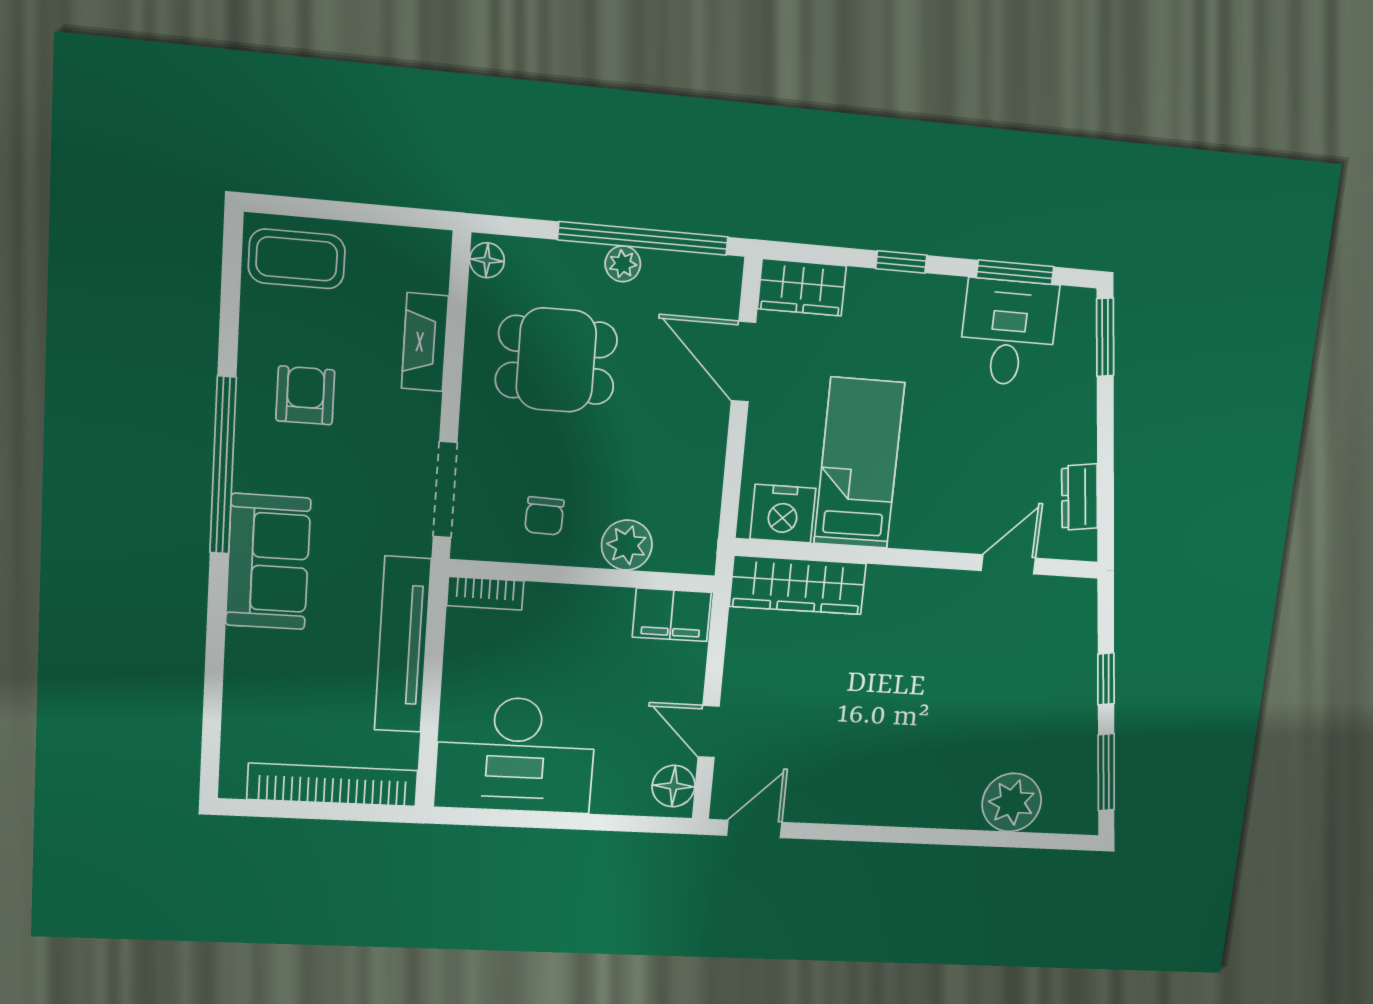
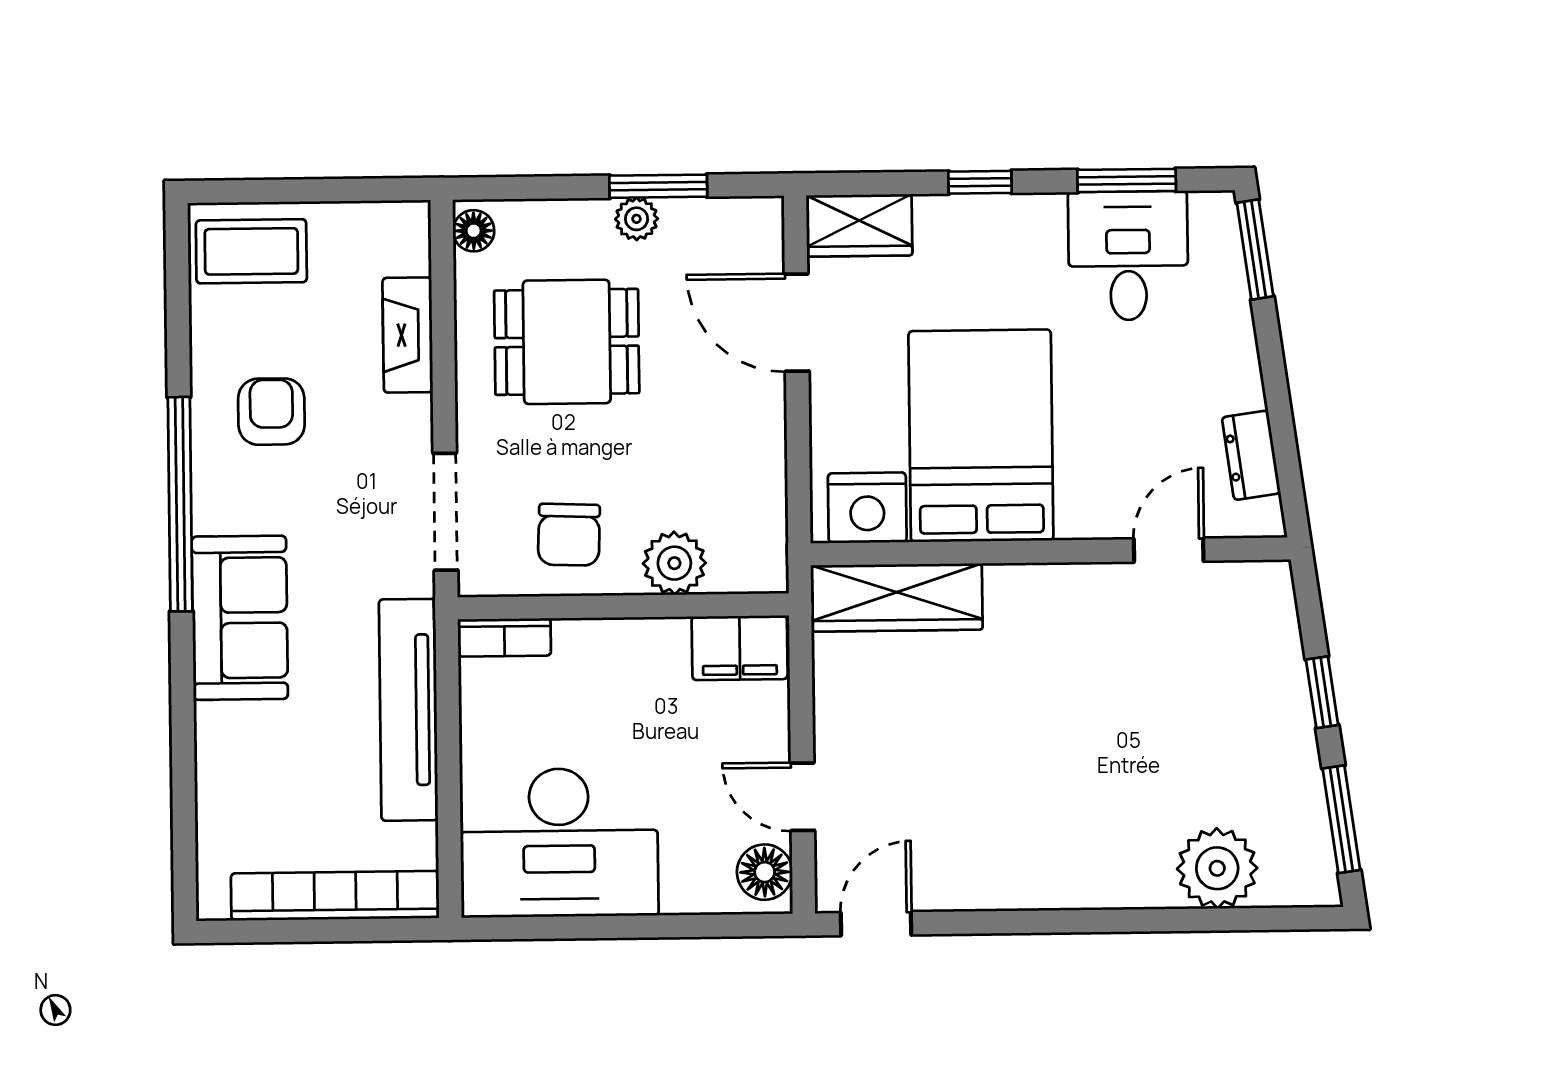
window: (643, 238) -> (658, 186), width x0.47
bed: (859, 463) -> (981, 436), width x1.50
chair: (544, 516) -> (569, 535), width x1.37, depth x1.37

